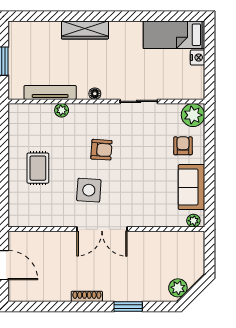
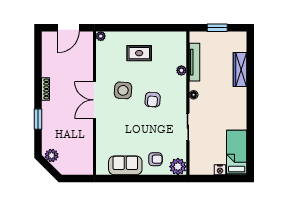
wardrobe: (85, 30) -> (240, 69), moved
plant: (193, 221) -> (101, 36), moved

